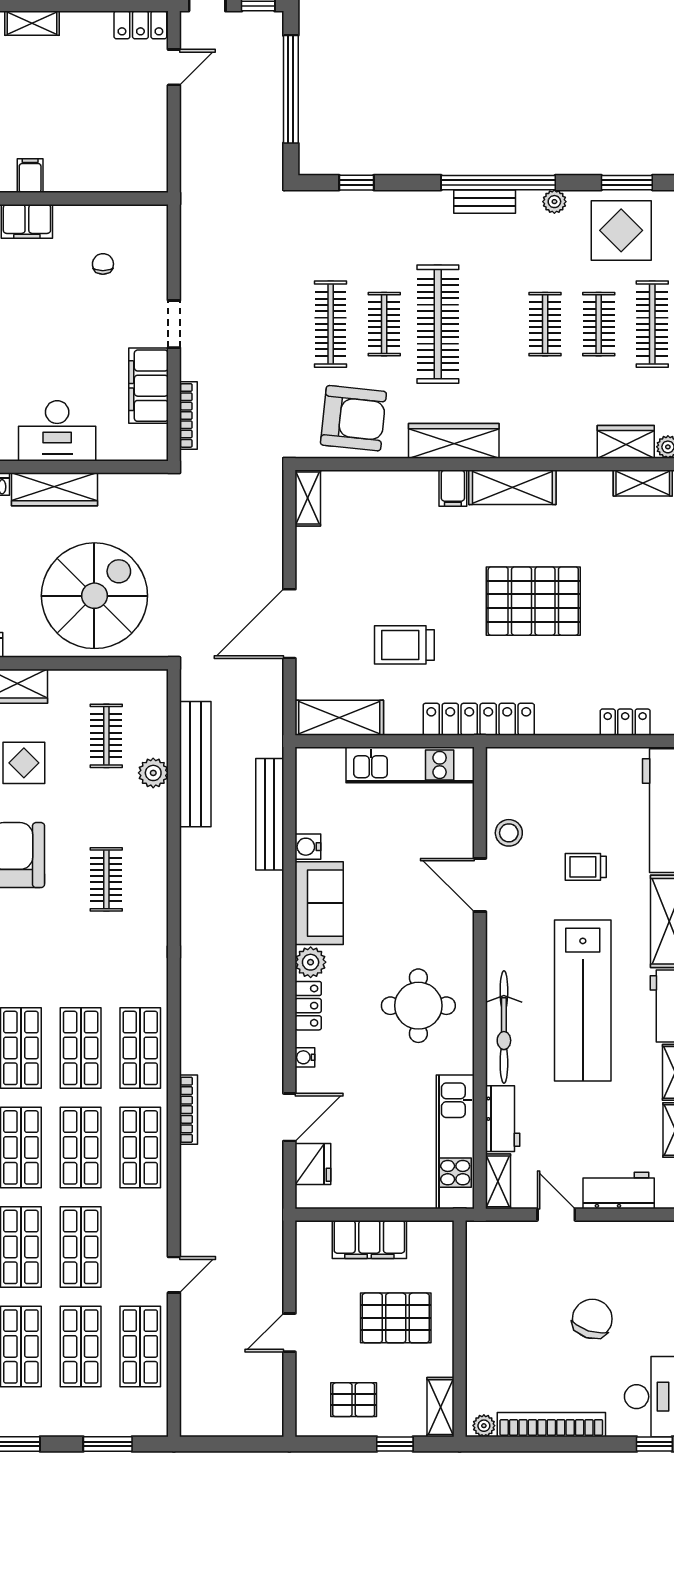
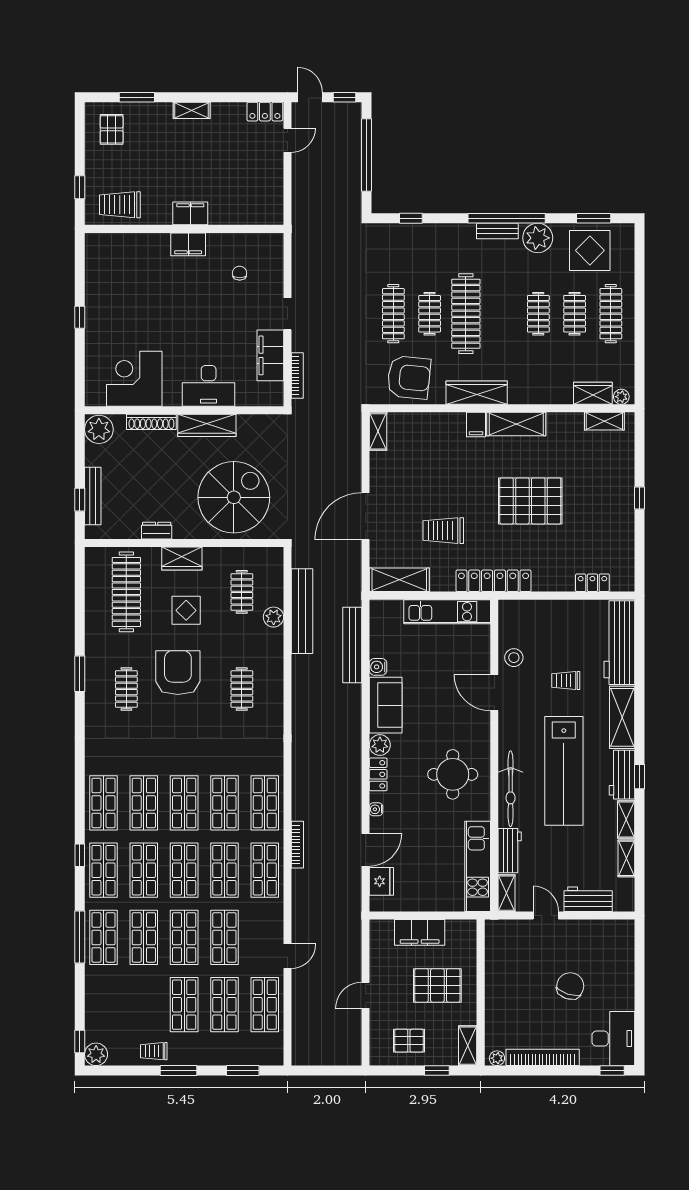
filing cabinet: (30, 176) -> (190, 213), width x2.00
plant: (554, 202) -> (538, 238), width x1.88, depth x1.88

